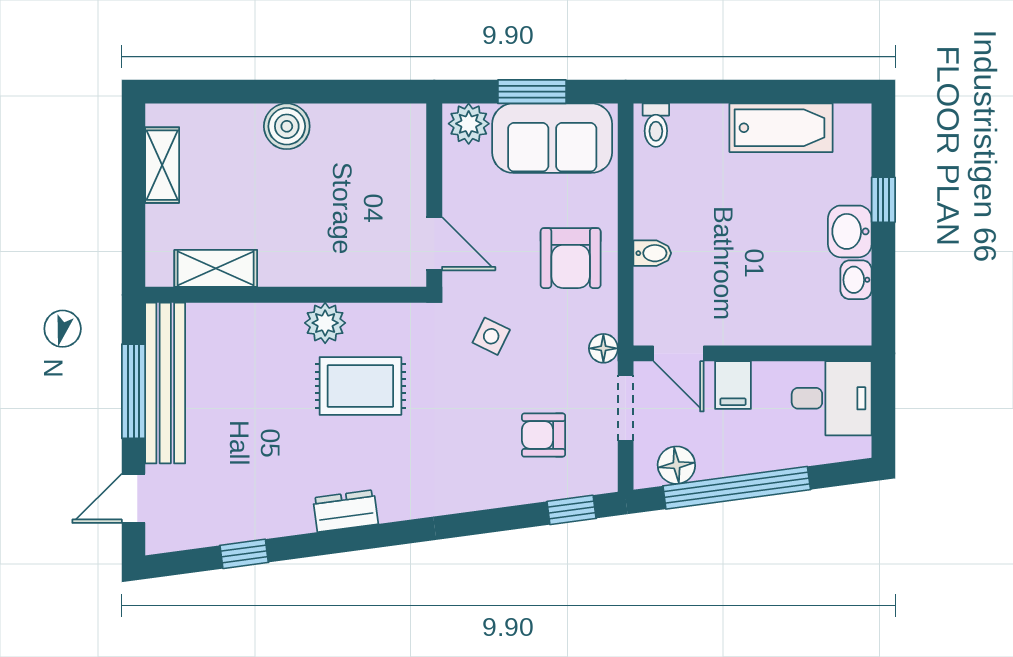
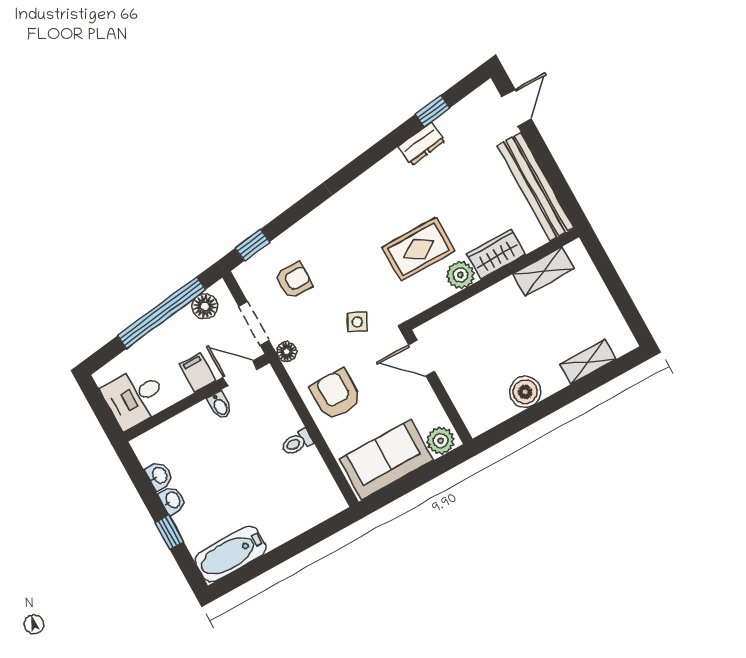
window: (532, 92) -> (414, 481), removed
toilet: (656, 125) -> (297, 443), moved, turned -90
boiler: (287, 126) -> (525, 392), moved
bathtub: (781, 128) -> (231, 554), moved
shelving: (162, 165) -> (588, 362), moved, turned 90
washbasin: (850, 231) -> (172, 500), width x0.72, depth x0.69
bidet: (652, 253) -> (220, 405), moved, turned -90
wardrobe: (264, 324) -> (496, 254), added
window: (134, 391) -> (552, 171), removed
dresser: (346, 511) -> (421, 144), moved

